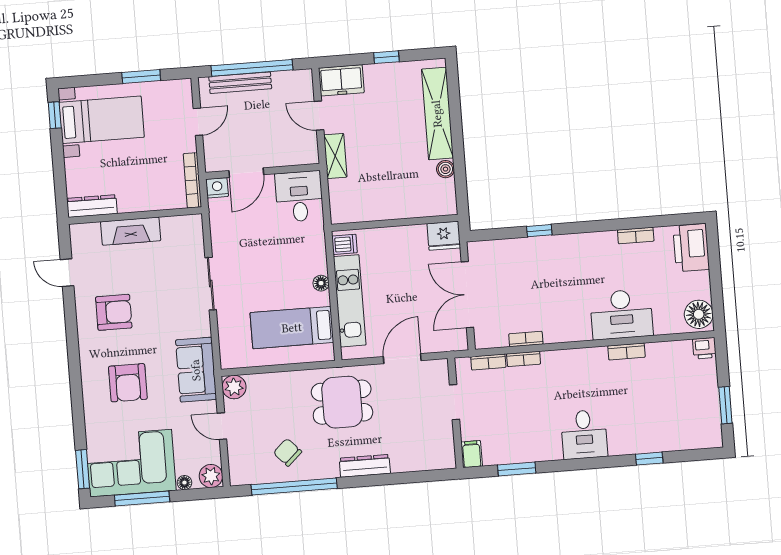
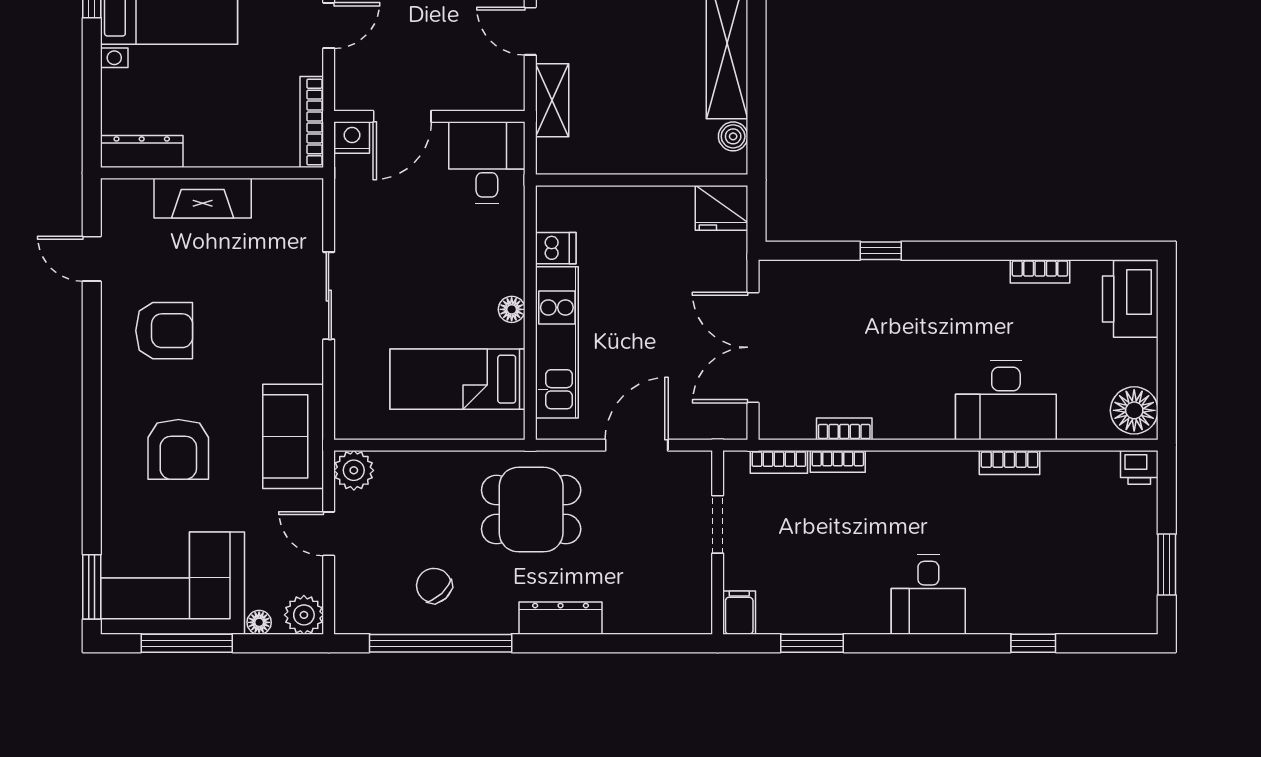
wall: (395, 223) -> (642, 180), moved
fridge: (444, 236) -> (721, 208), moved

